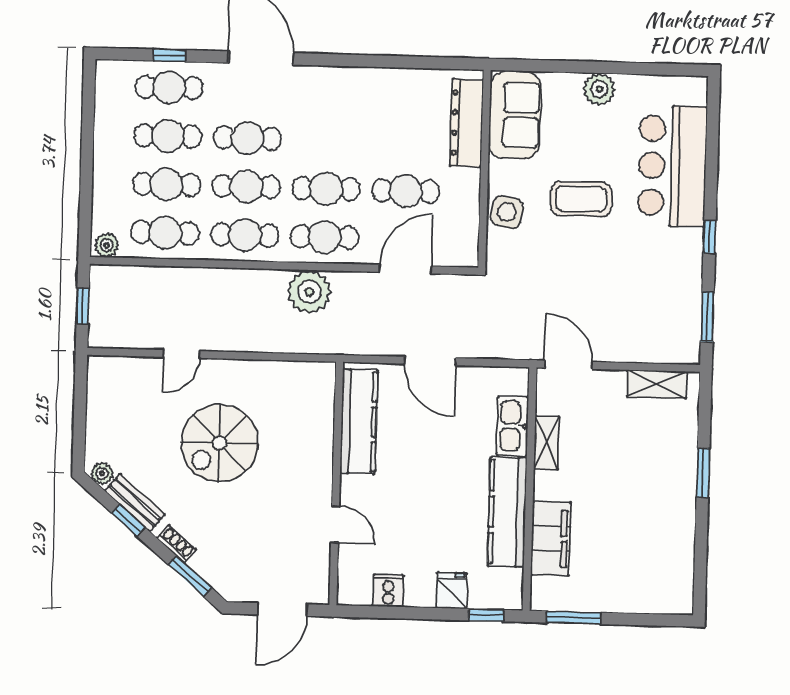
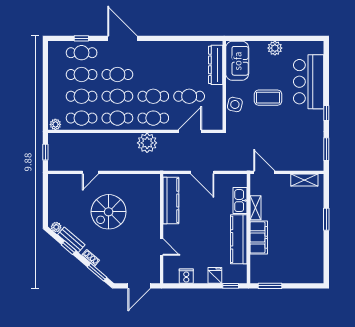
filing cabinet: (551, 539) -> (259, 237), moved

